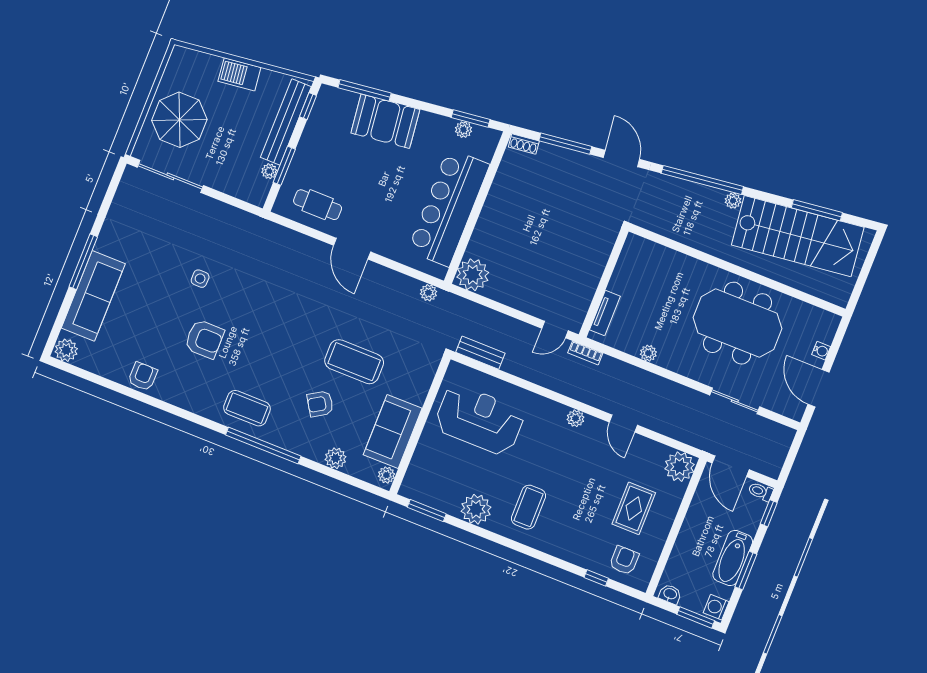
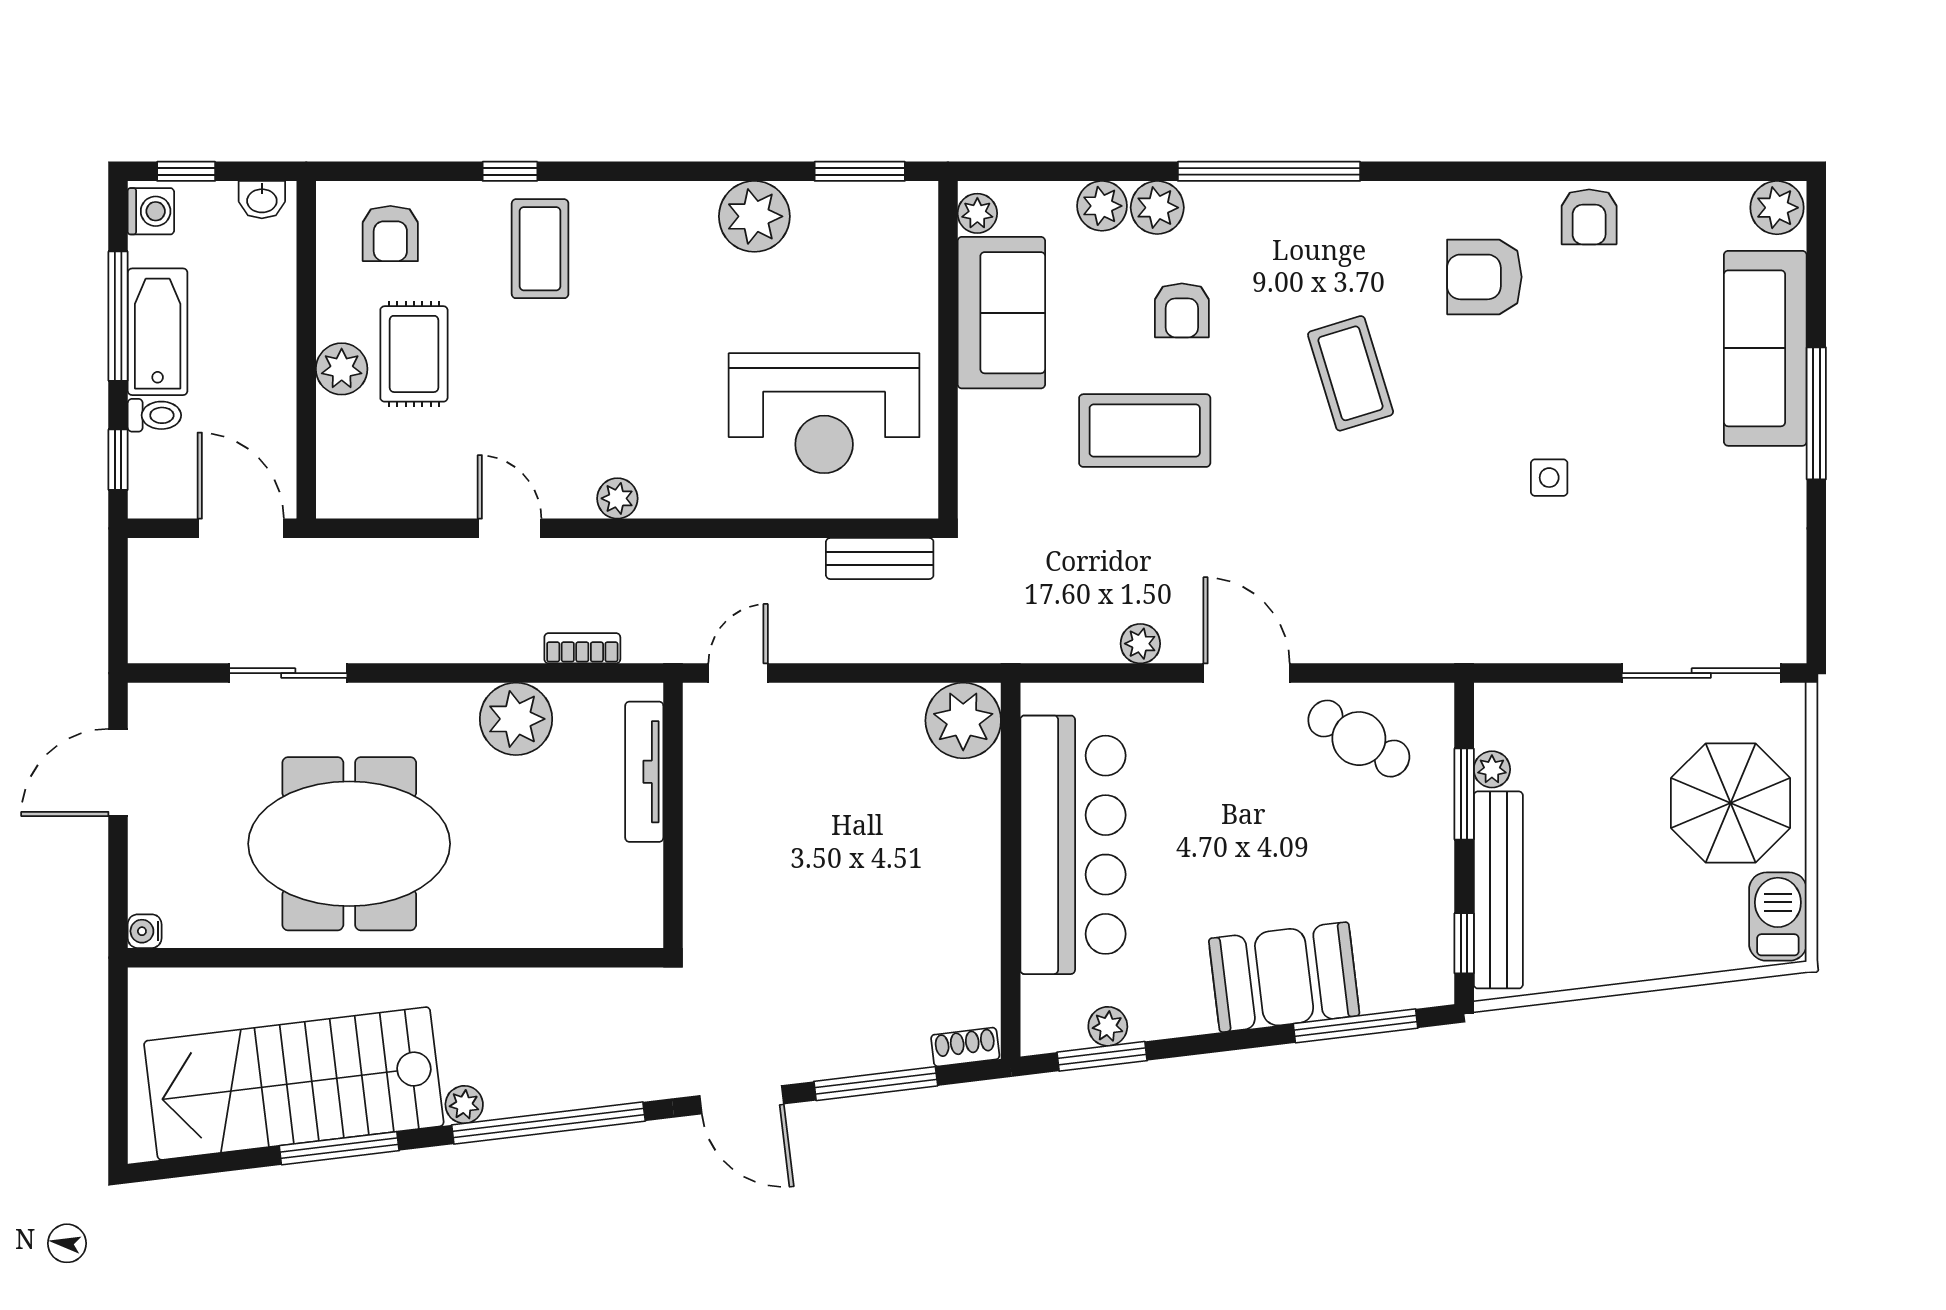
barbecue: (239, 74) -> (1778, 917), moved, turned -83
cafe table: (318, 205) -> (1359, 739), turned 31
window: (817, 210) -> (339, 1148), moved
plant: (428, 293) -> (1140, 644), moved
tv unit: (605, 313) -> (644, 772), width x1.41
armchair: (204, 339) -> (1484, 277), moved
water cooler: (821, 351) -> (145, 931), moved
bookcase: (585, 353) -> (582, 648), moved
plant: (648, 353) -> (516, 719), width x1.87, depth x1.87
door: (818, 388) -> (118, 773), swing flipped
armchair: (320, 404) -> (1182, 310), turned 122
coffee table: (247, 408) -> (1351, 373), moved, turned 73
plant: (314, 449) -> (1157, 208), added
plant: (680, 467) -> (342, 369), moved, width x0.73, depth x0.73
toilet: (761, 492) -> (154, 415), moved
coffee table: (529, 507) -> (540, 249), moved
window: (746, 571) -> (118, 316), width x1.44
window: (596, 578) -> (510, 171), moved
window: (696, 618) -> (186, 171), width x0.67

